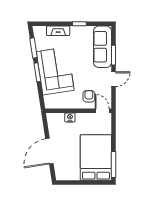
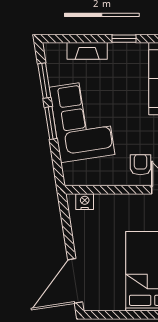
nightstand: (70, 117) -> (85, 202), moved
door: (49, 151) -> (75, 281), moved

